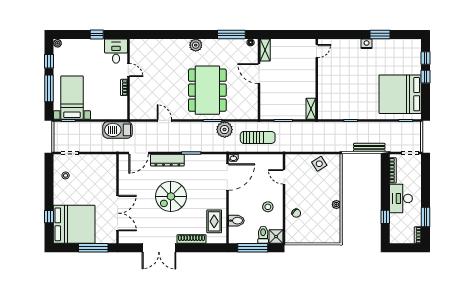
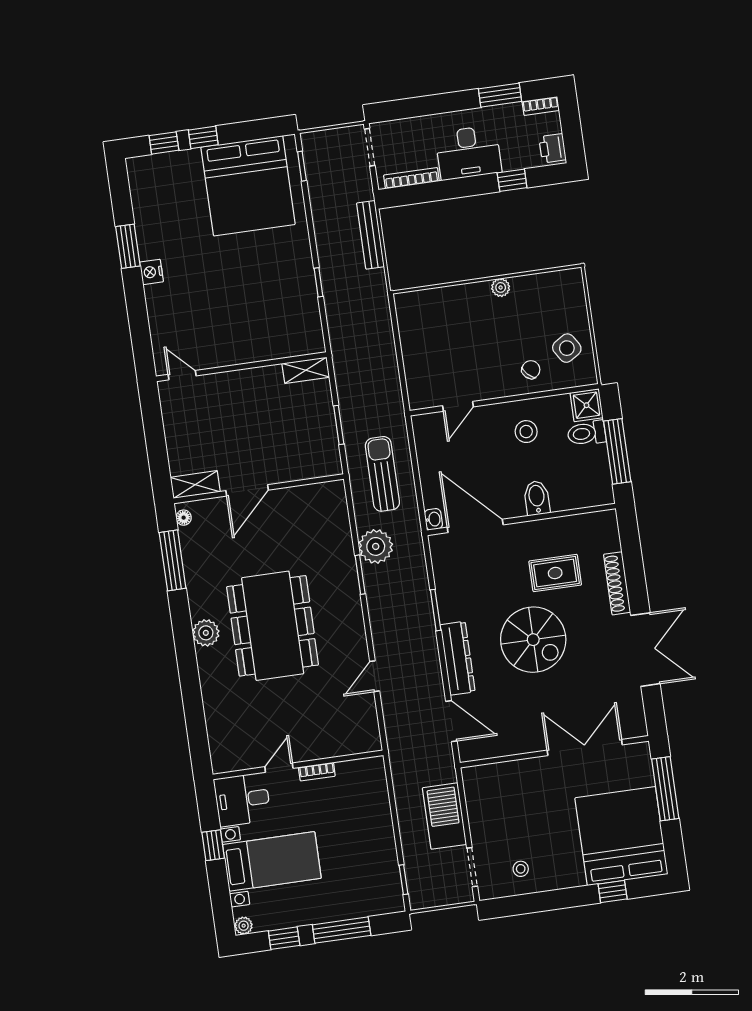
dining table: (207, 90) -> (273, 626), moved, turned 90
bed with nightstands: (72, 98) -> (272, 861), moved, turned 180
barbecue: (117, 130) -> (444, 816), moved, turned 180
side table: (319, 164) -> (567, 348), moved
rug: (214, 221) -> (555, 573), moved
bidet: (236, 221) -> (537, 498), moved
printer: (397, 238) -> (553, 148), added

